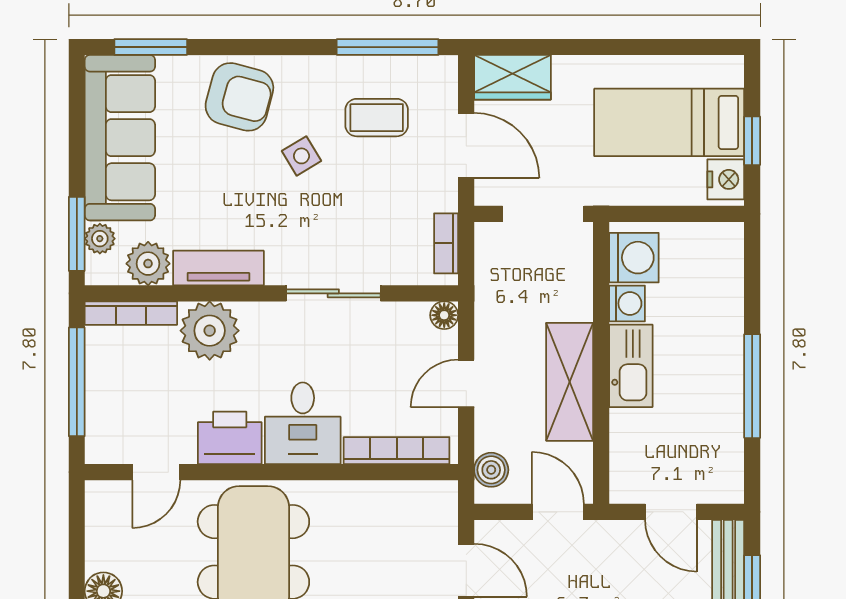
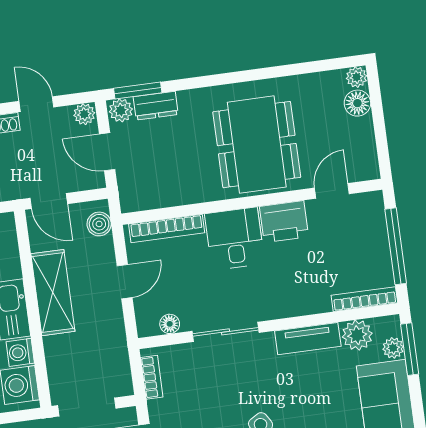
floor lamp: (444, 315) -> (170, 324), moved
plant: (210, 331) -> (308, 294), removed

